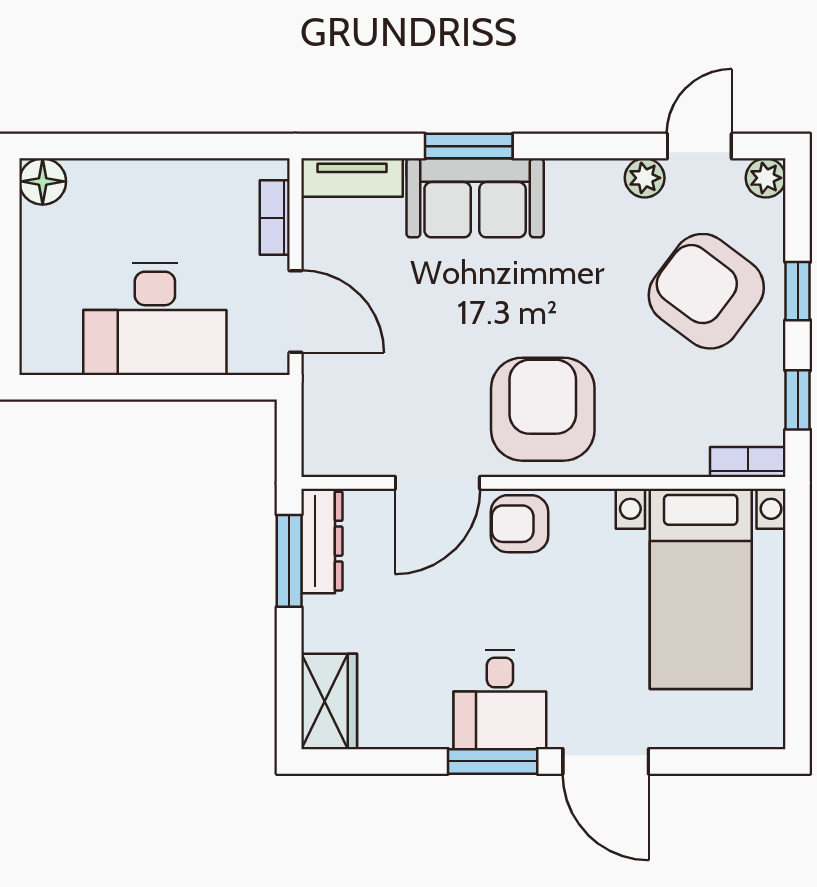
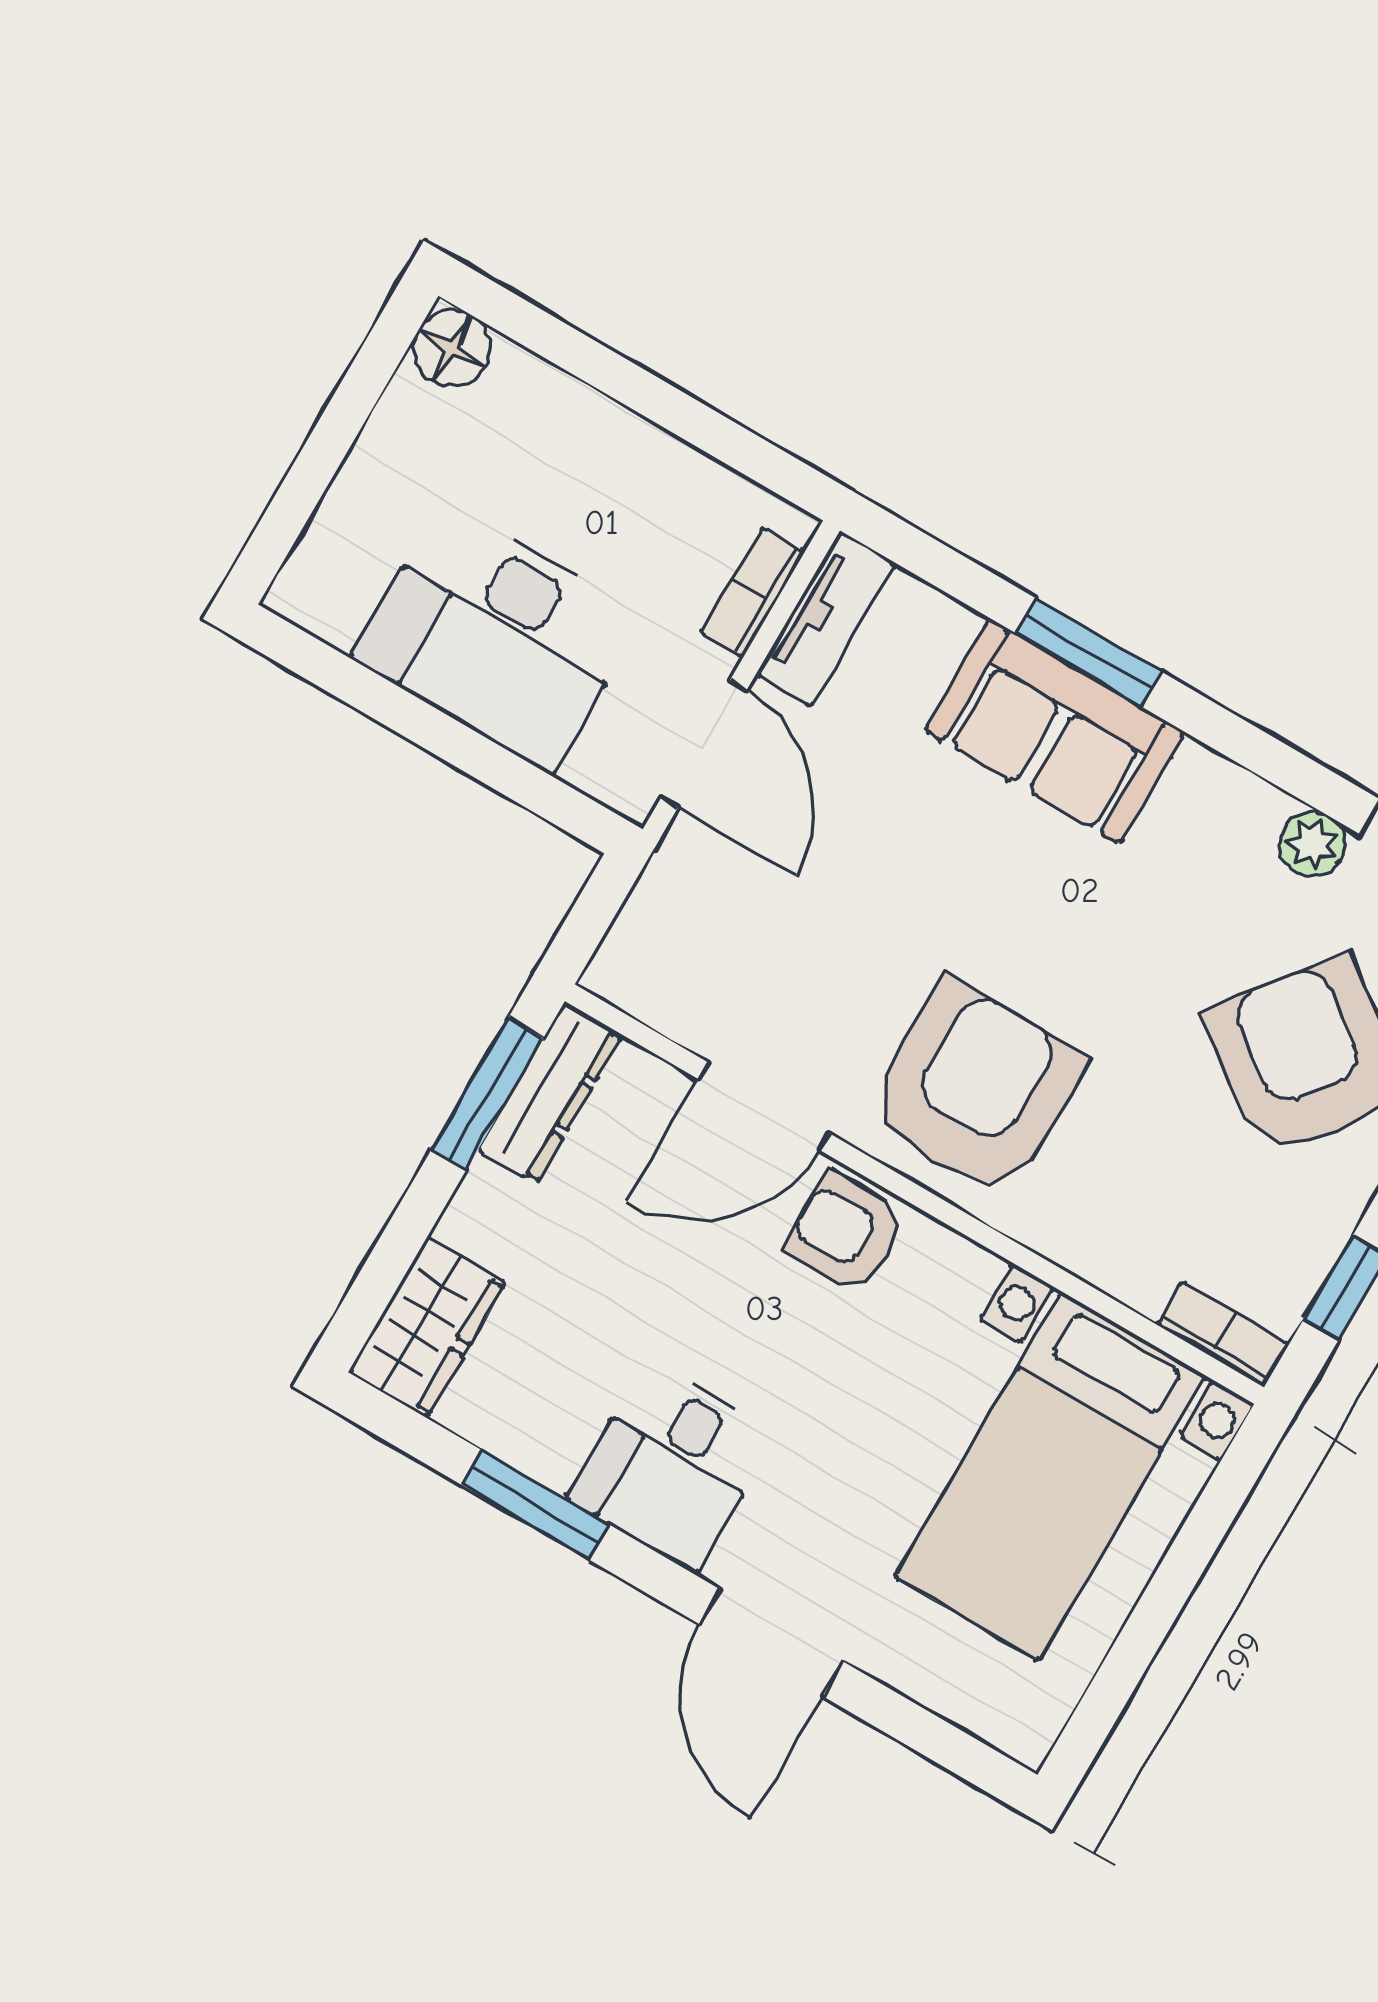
tv unit: (352, 178) -> (825, 619), moved, turned -90
window: (493, 761) -> (536, 1505), moved

